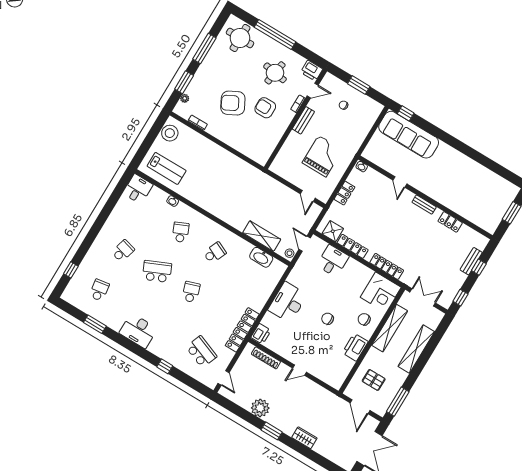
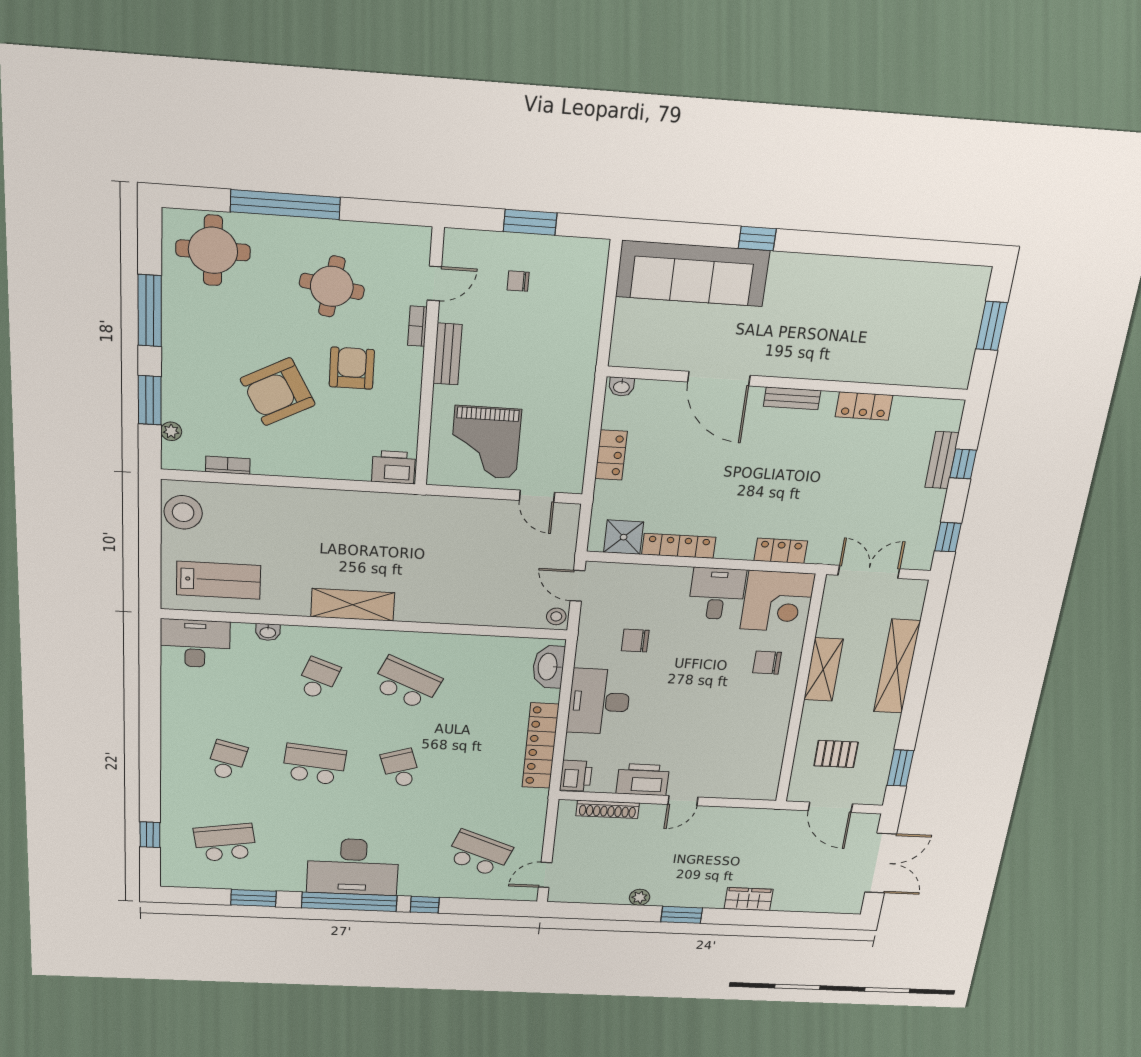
printer: (312, 71) -> (393, 467), moved, turned 180
armchair: (265, 108) -> (352, 368), turned 90
window: (406, 113) -> (757, 239), moved
grand piano: (322, 156) -> (486, 442), moved, turned 180
door: (400, 182) -> (719, 379), width x1.88
desk: (138, 189) -> (195, 643), width x1.37
school desk: (181, 232) -> (318, 679), turned 45
shelving: (262, 236) -> (353, 605), moved
school desk: (215, 253) -> (407, 683), width x1.85
washbasin: (261, 257) -> (548, 667), moved, turned 90
desk: (333, 261) -> (717, 594), moved
locker: (387, 266) -> (781, 551), width x0.66
school desk: (157, 271) -> (314, 764), turned 30
school desk: (99, 290) -> (225, 843), width x1.85
chair: (328, 319) -> (635, 641), moved
shelving: (390, 328) -> (823, 669), width x0.68
locker: (242, 330) -> (540, 746), moved
desk: (138, 331) -> (353, 867), width x1.36, depth x1.30
printer: (355, 347) -> (643, 780), moved, turned 90
window: (134, 348) -> (349, 902), added
door: (223, 378) -> (545, 875), swing flipped
window: (398, 402) -> (900, 768), width x0.69
plant: (260, 408) -> (640, 897), width x0.53, depth x0.53

